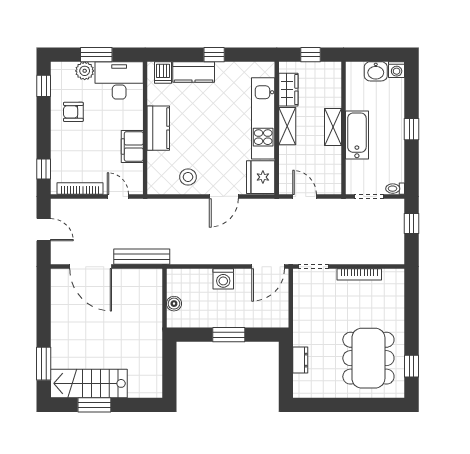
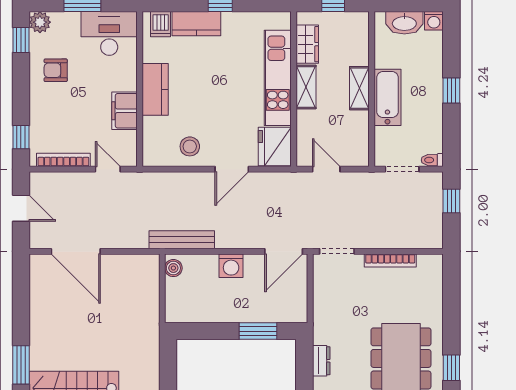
plant: (85, 71) -> (40, 22), moved
washbasin: (376, 71) -> (404, 23), width x1.38
bench: (142, 257) -> (182, 240), moved
boiler: (174, 304) -> (173, 268), moved
window: (229, 335) -> (258, 331), moved

